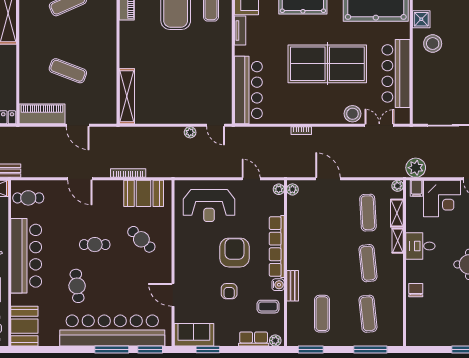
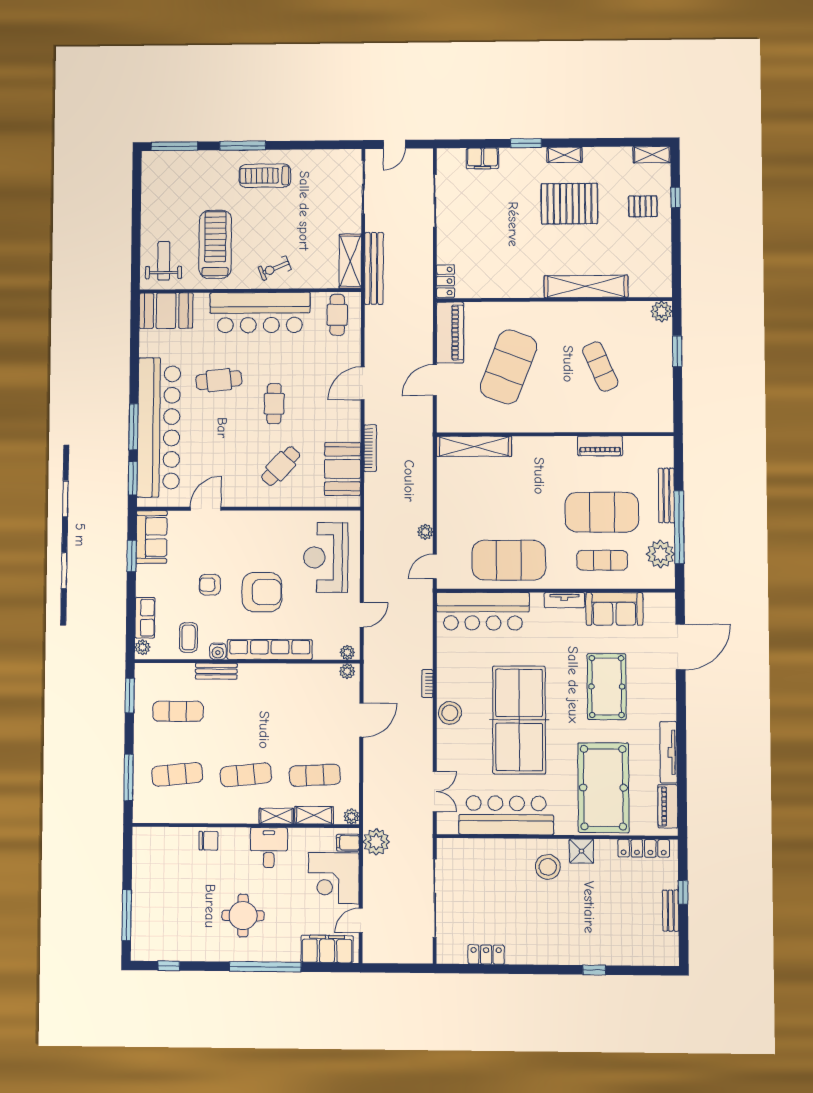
exercise mat: (68, 71) -> (508, 367), width x2.00, depth x1.45
exercise mat: (211, 71) -> (509, 560), added
stool: (353, 114) -> (450, 713), moved

